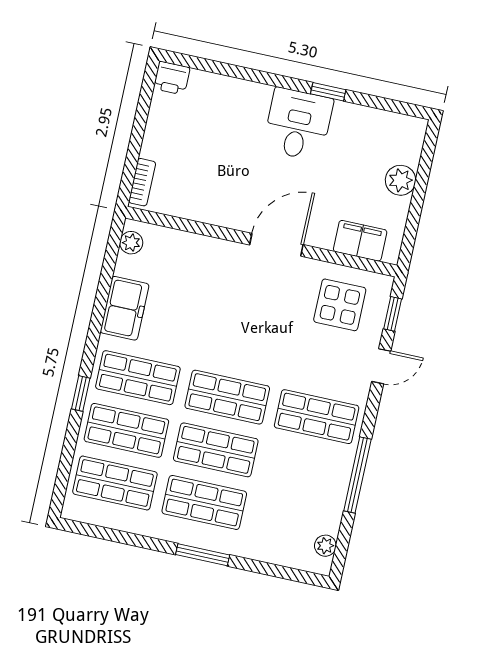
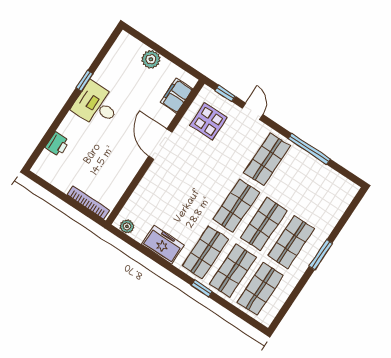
printer: (172, 78) -> (57, 144), moved
bookcase: (142, 182) -> (88, 202), width x1.56
plant: (325, 546) -> (342, 183), removed

